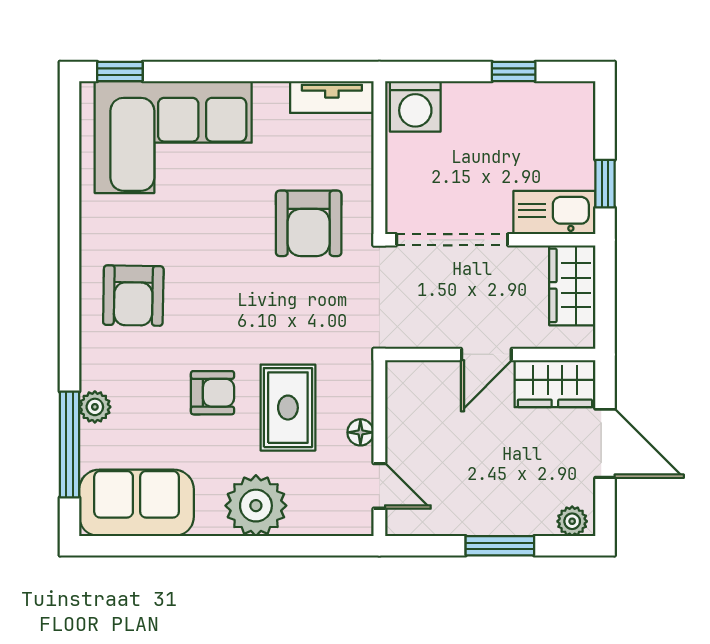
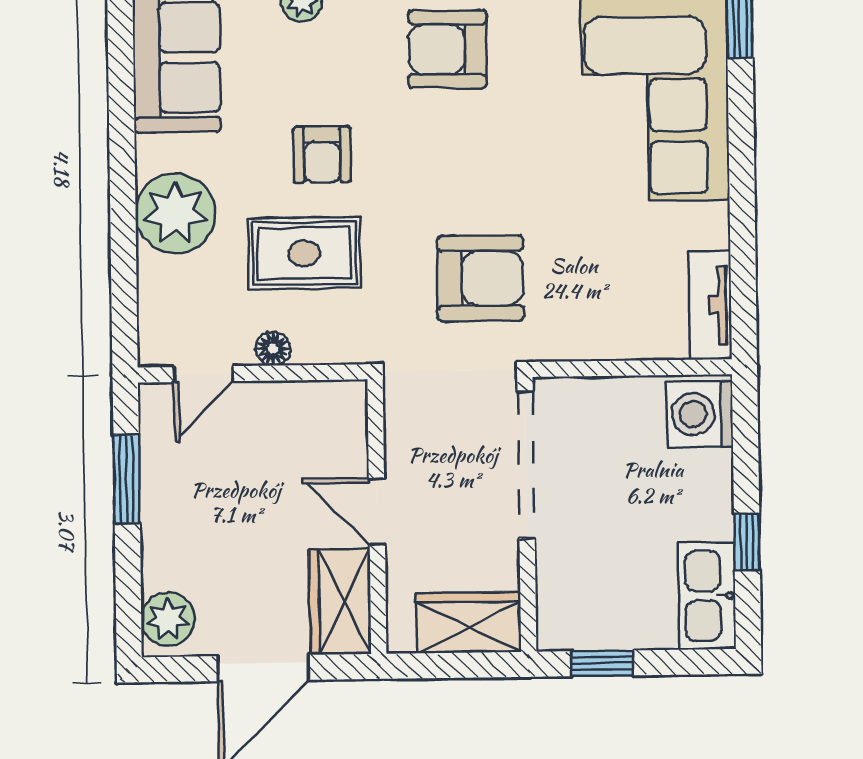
kitchen sink: (554, 212) -> (707, 596), moved, turned 180
armchair: (309, 223) -> (480, 278), moved, turned 180
plant: (572, 521) -> (168, 619), width x1.38, depth x1.38
window: (500, 546) -> (127, 479), moved

